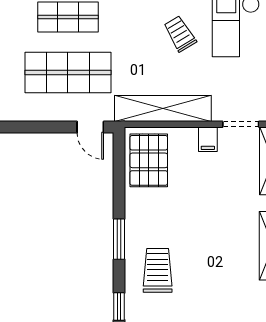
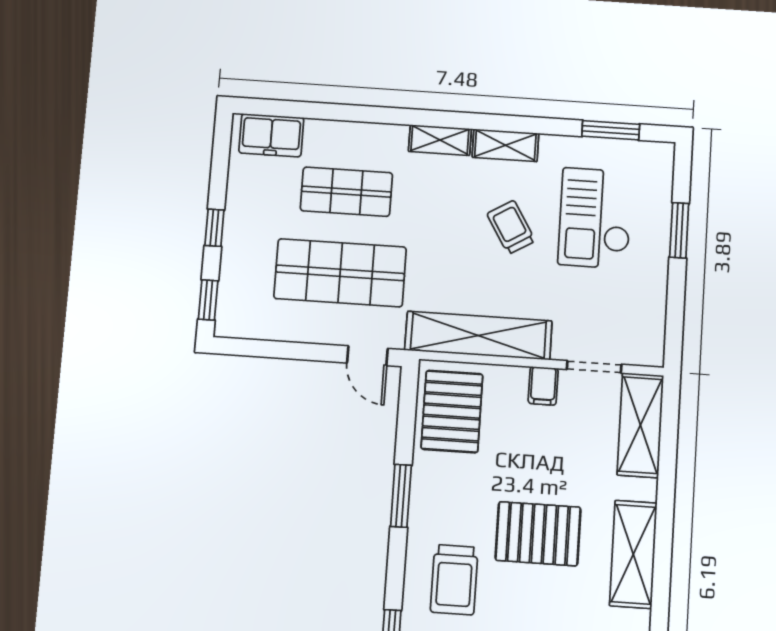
pallet: (210, 237) -> (538, 534), added
window: (119, 239) -> (401, 496), moved
trolley: (158, 270) -> (454, 580), turned 180

